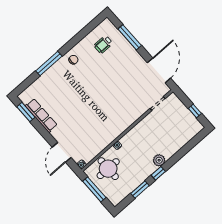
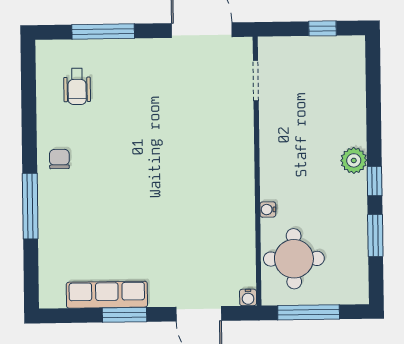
window: (26, 112) -> (124, 315), moved

